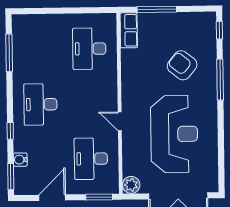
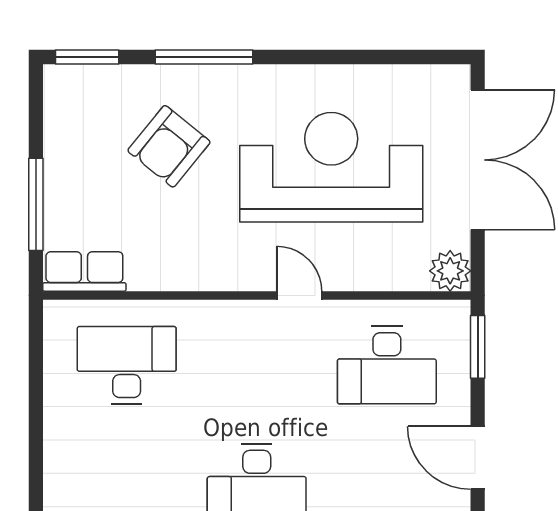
window: (219, 30) -> (87, 57), width x1.50
desk: (89, 49) -> (127, 365), turned 180
door: (120, 121) -> (299, 296), swing flipped

